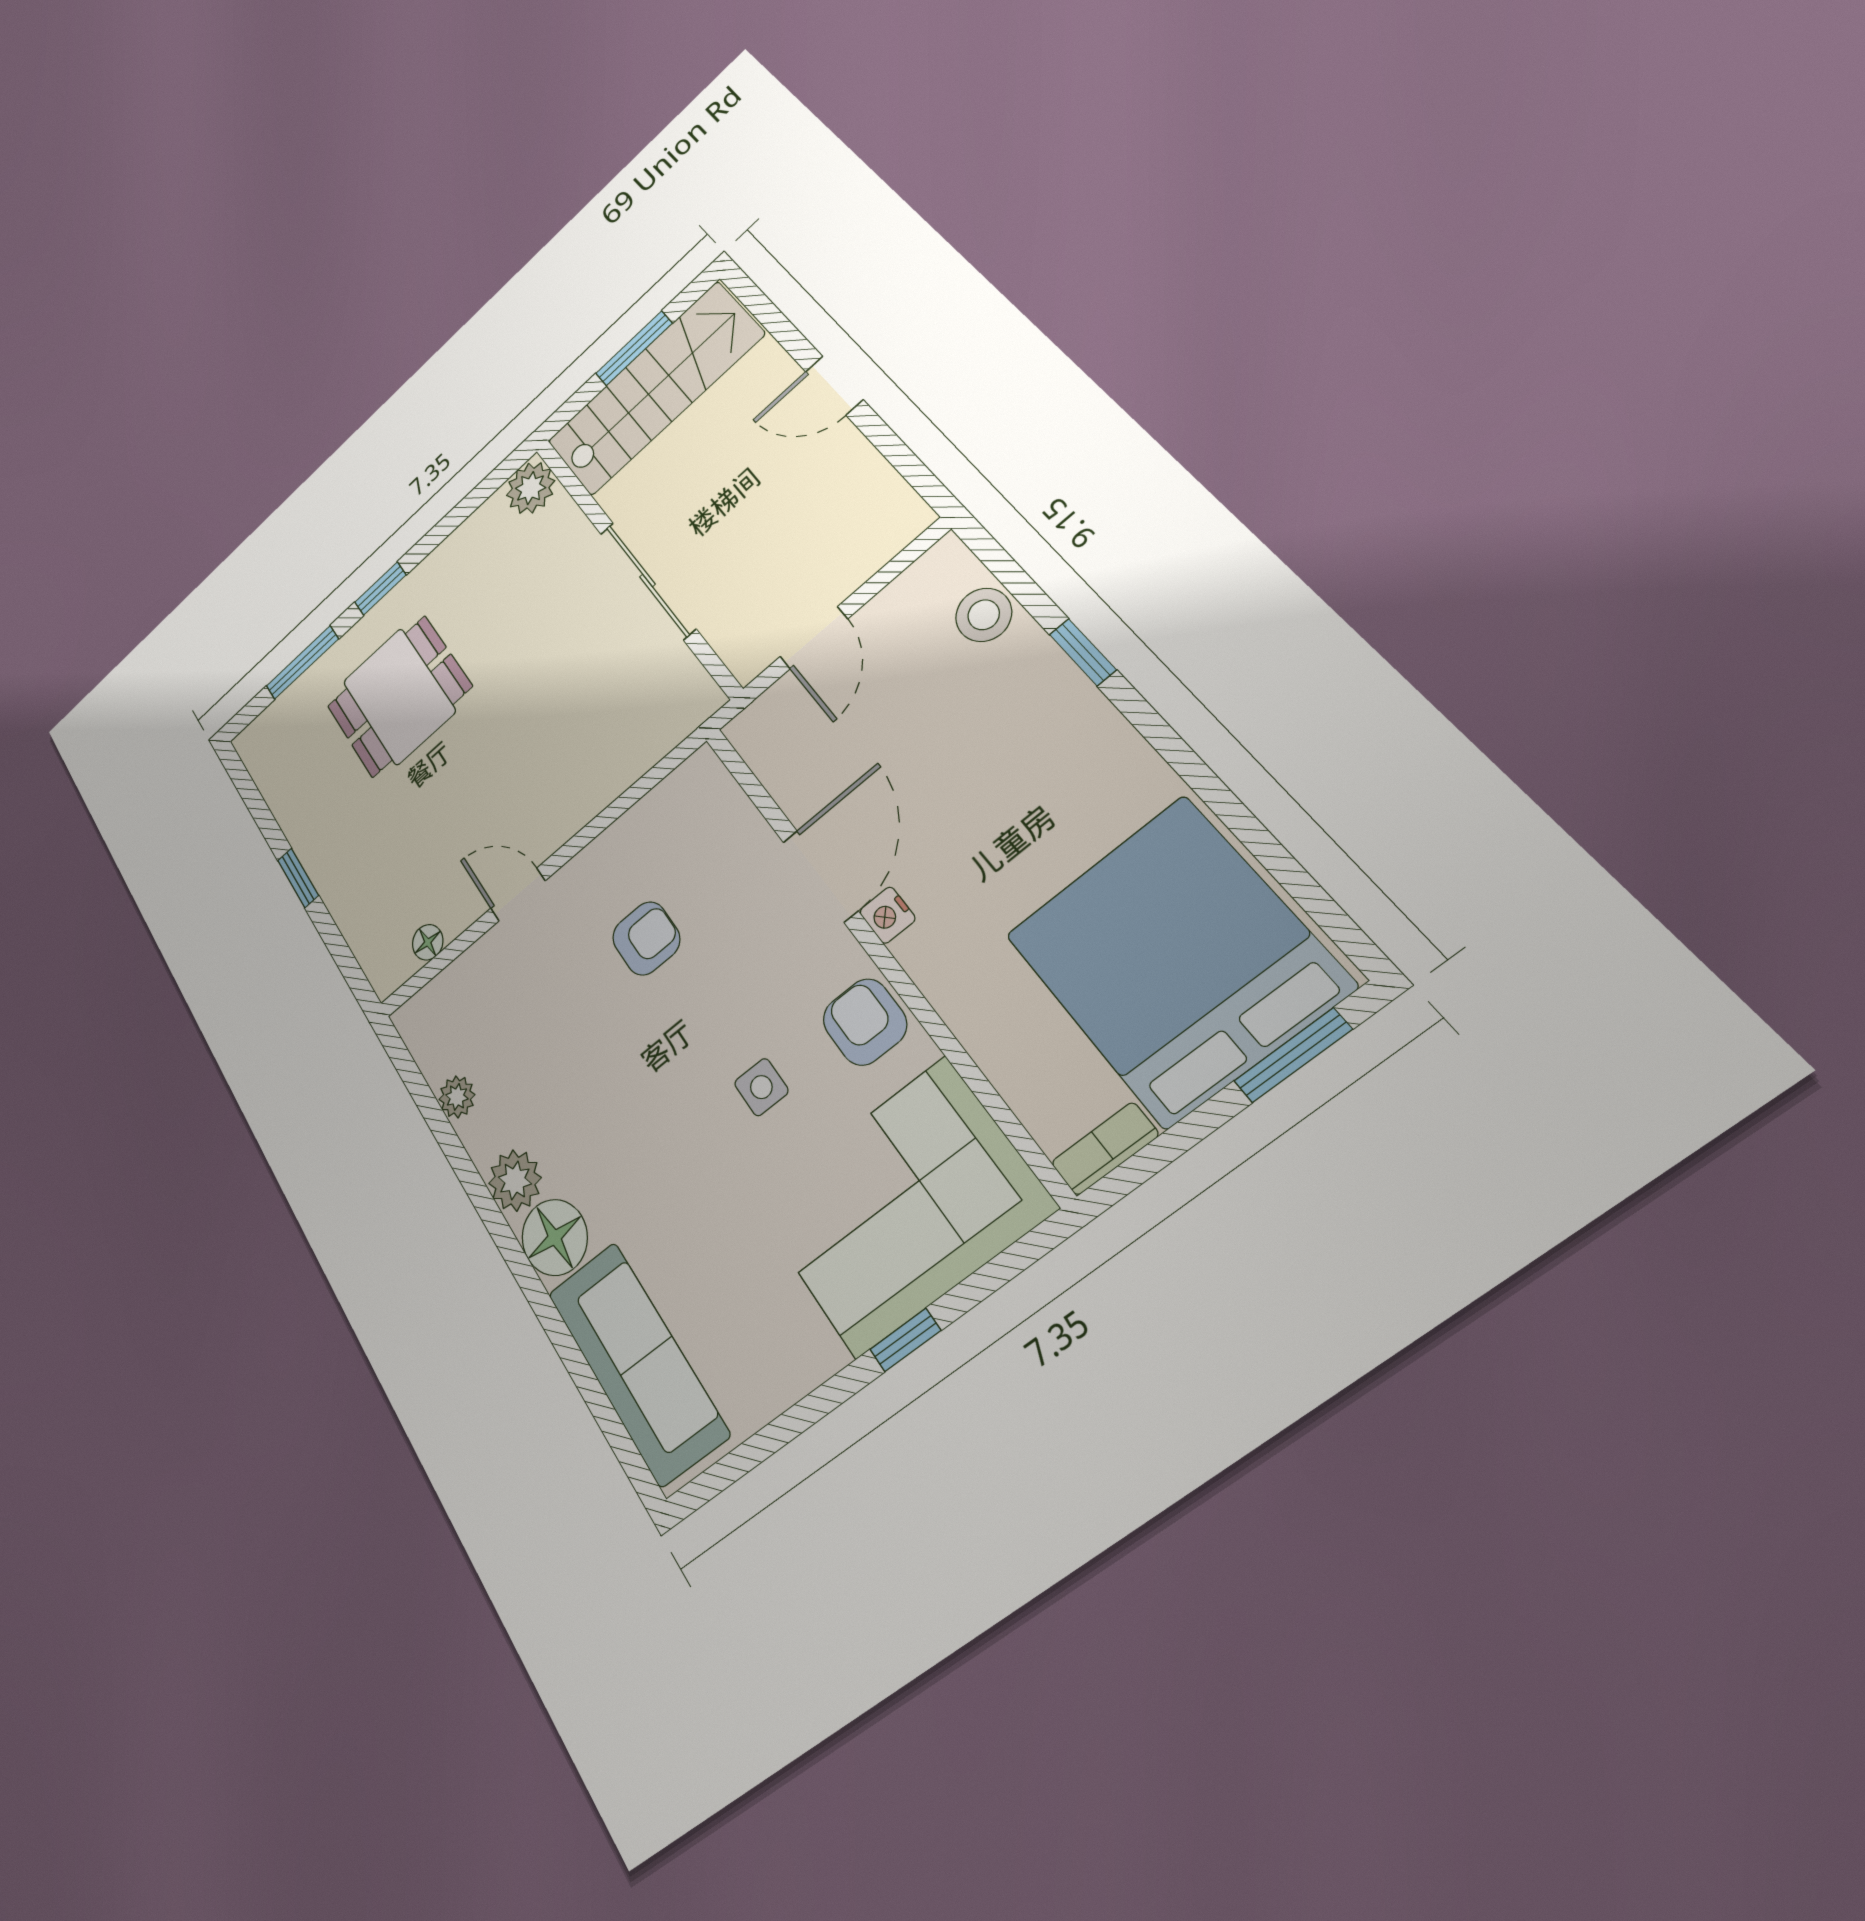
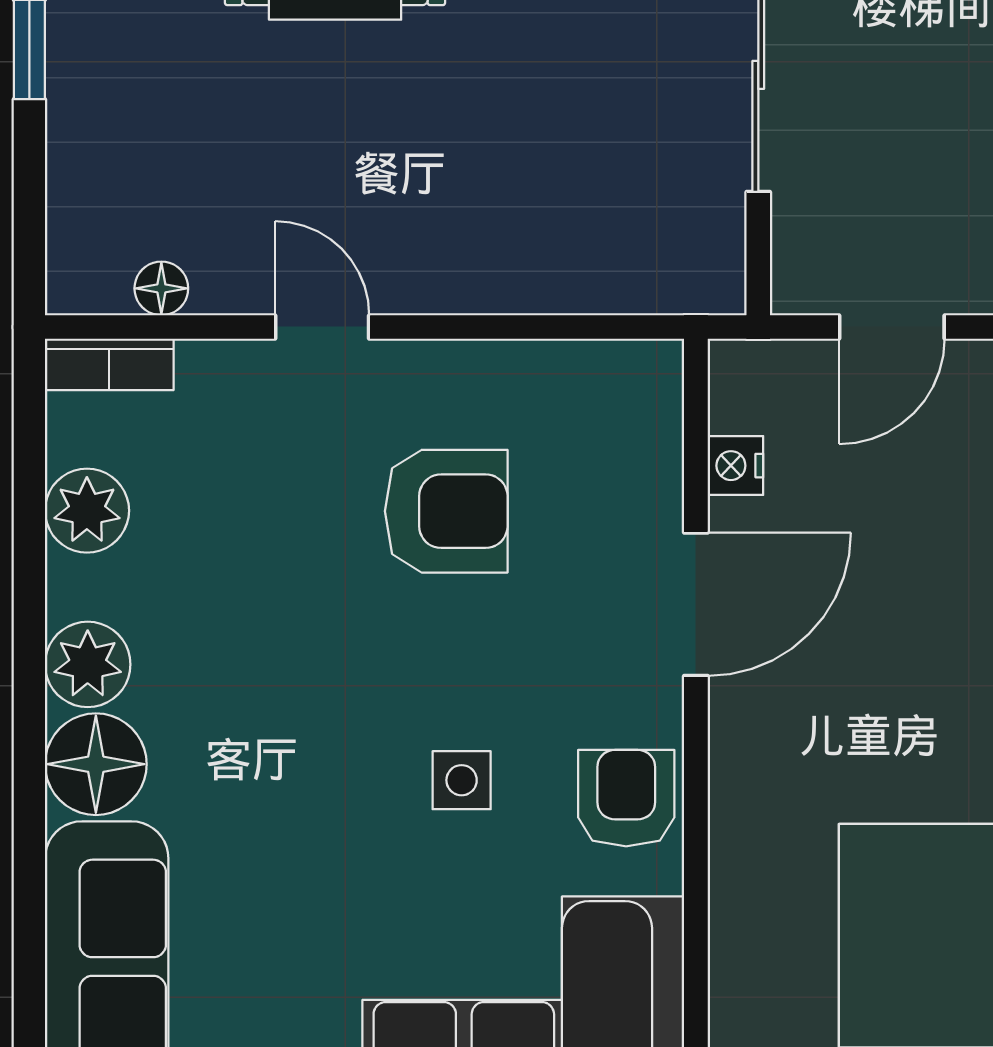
nightstand: (887, 915) -> (735, 466), moved
armchair: (646, 938) -> (446, 511), width x1.38, depth x1.38
bookcase: (427, 1003) -> (109, 364), added
plant: (457, 1097) -> (87, 511), width x1.38, depth x1.38

